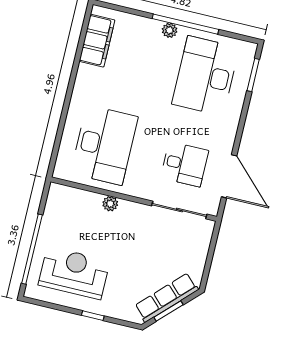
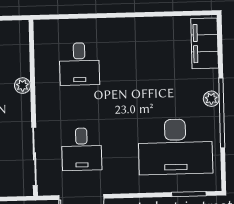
filing cabinet: (97, 41) -> (205, 43), moved, turned 90
desk: (206, 76) -> (175, 147), turned 180
desk: (104, 145) -> (79, 64), width x0.53, depth x0.77

